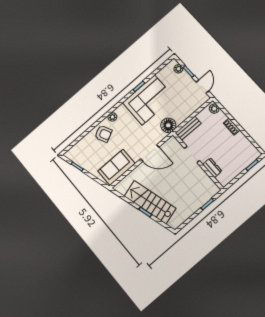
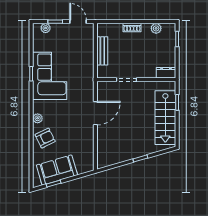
plant: (214, 109) -> (156, 28), moved
floor lamp: (168, 125) -> (86, 78), removed
bench: (188, 128) -> (102, 51), moved
sofa: (117, 167) -> (57, 170), moved, turned 74
dresser: (212, 168) -> (166, 73), moved
stairs: (150, 202) -> (165, 118), moved, turned -74

